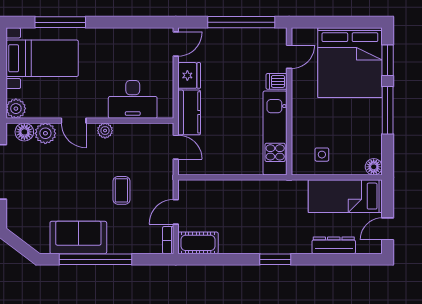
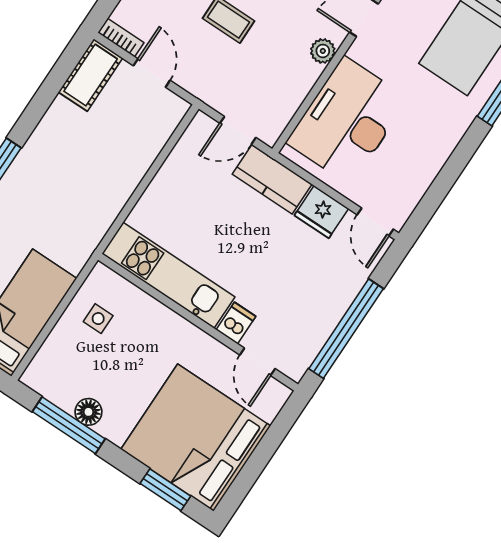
desk: (133, 99) -> (347, 121), width x1.36, depth x1.30
window: (388, 110) -> (69, 425), moved
floor lamp: (374, 167) -> (88, 412), moved

